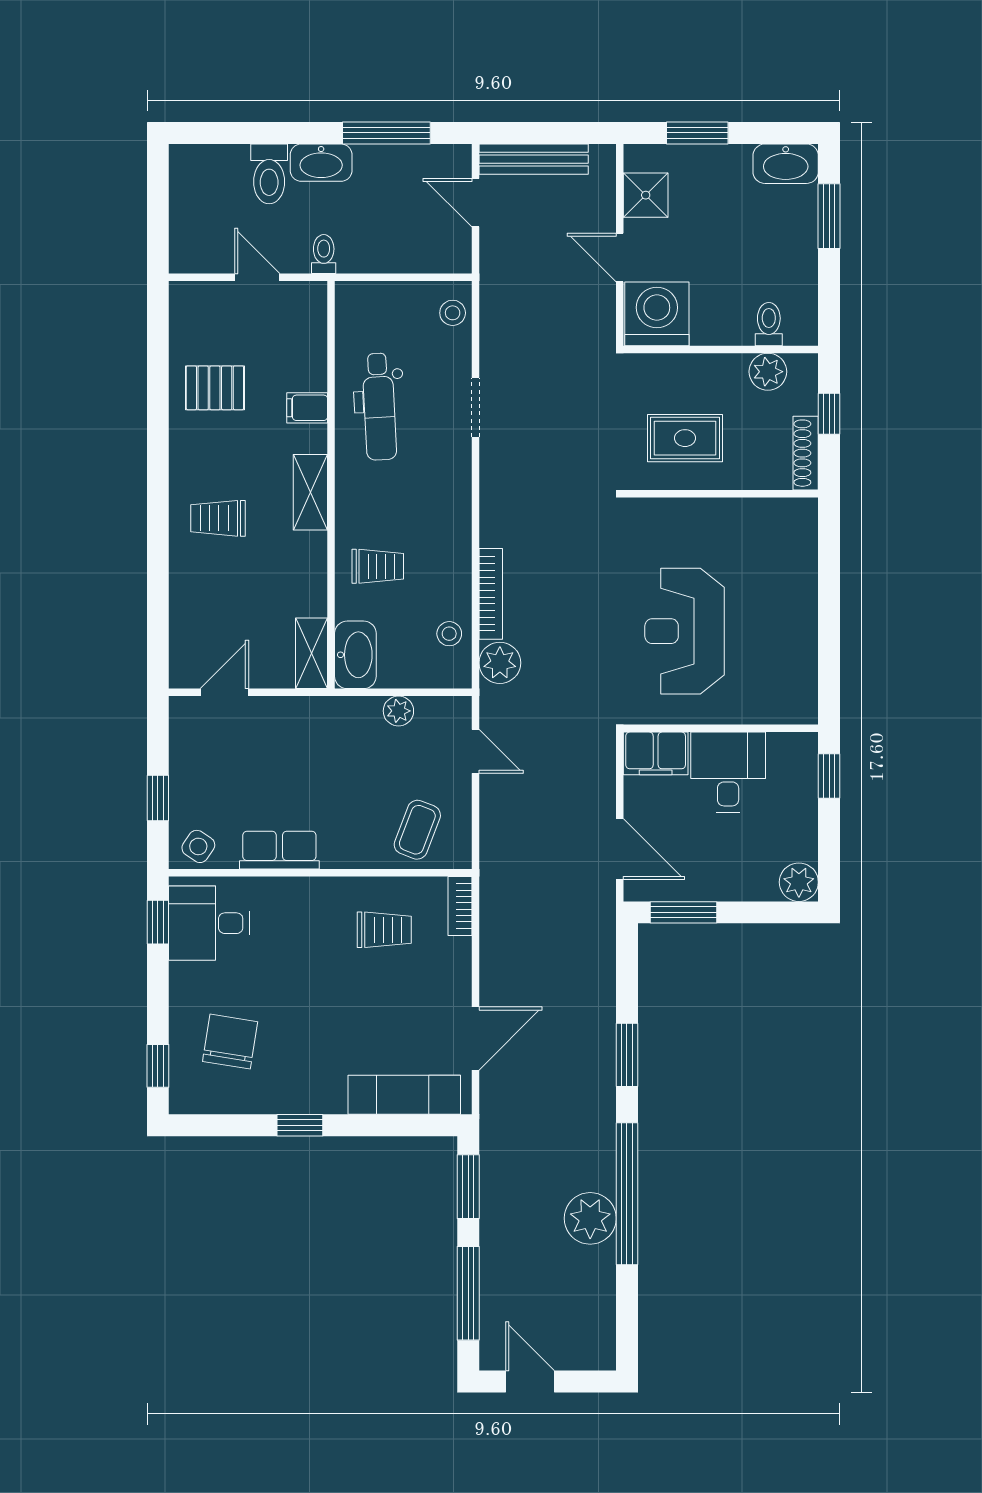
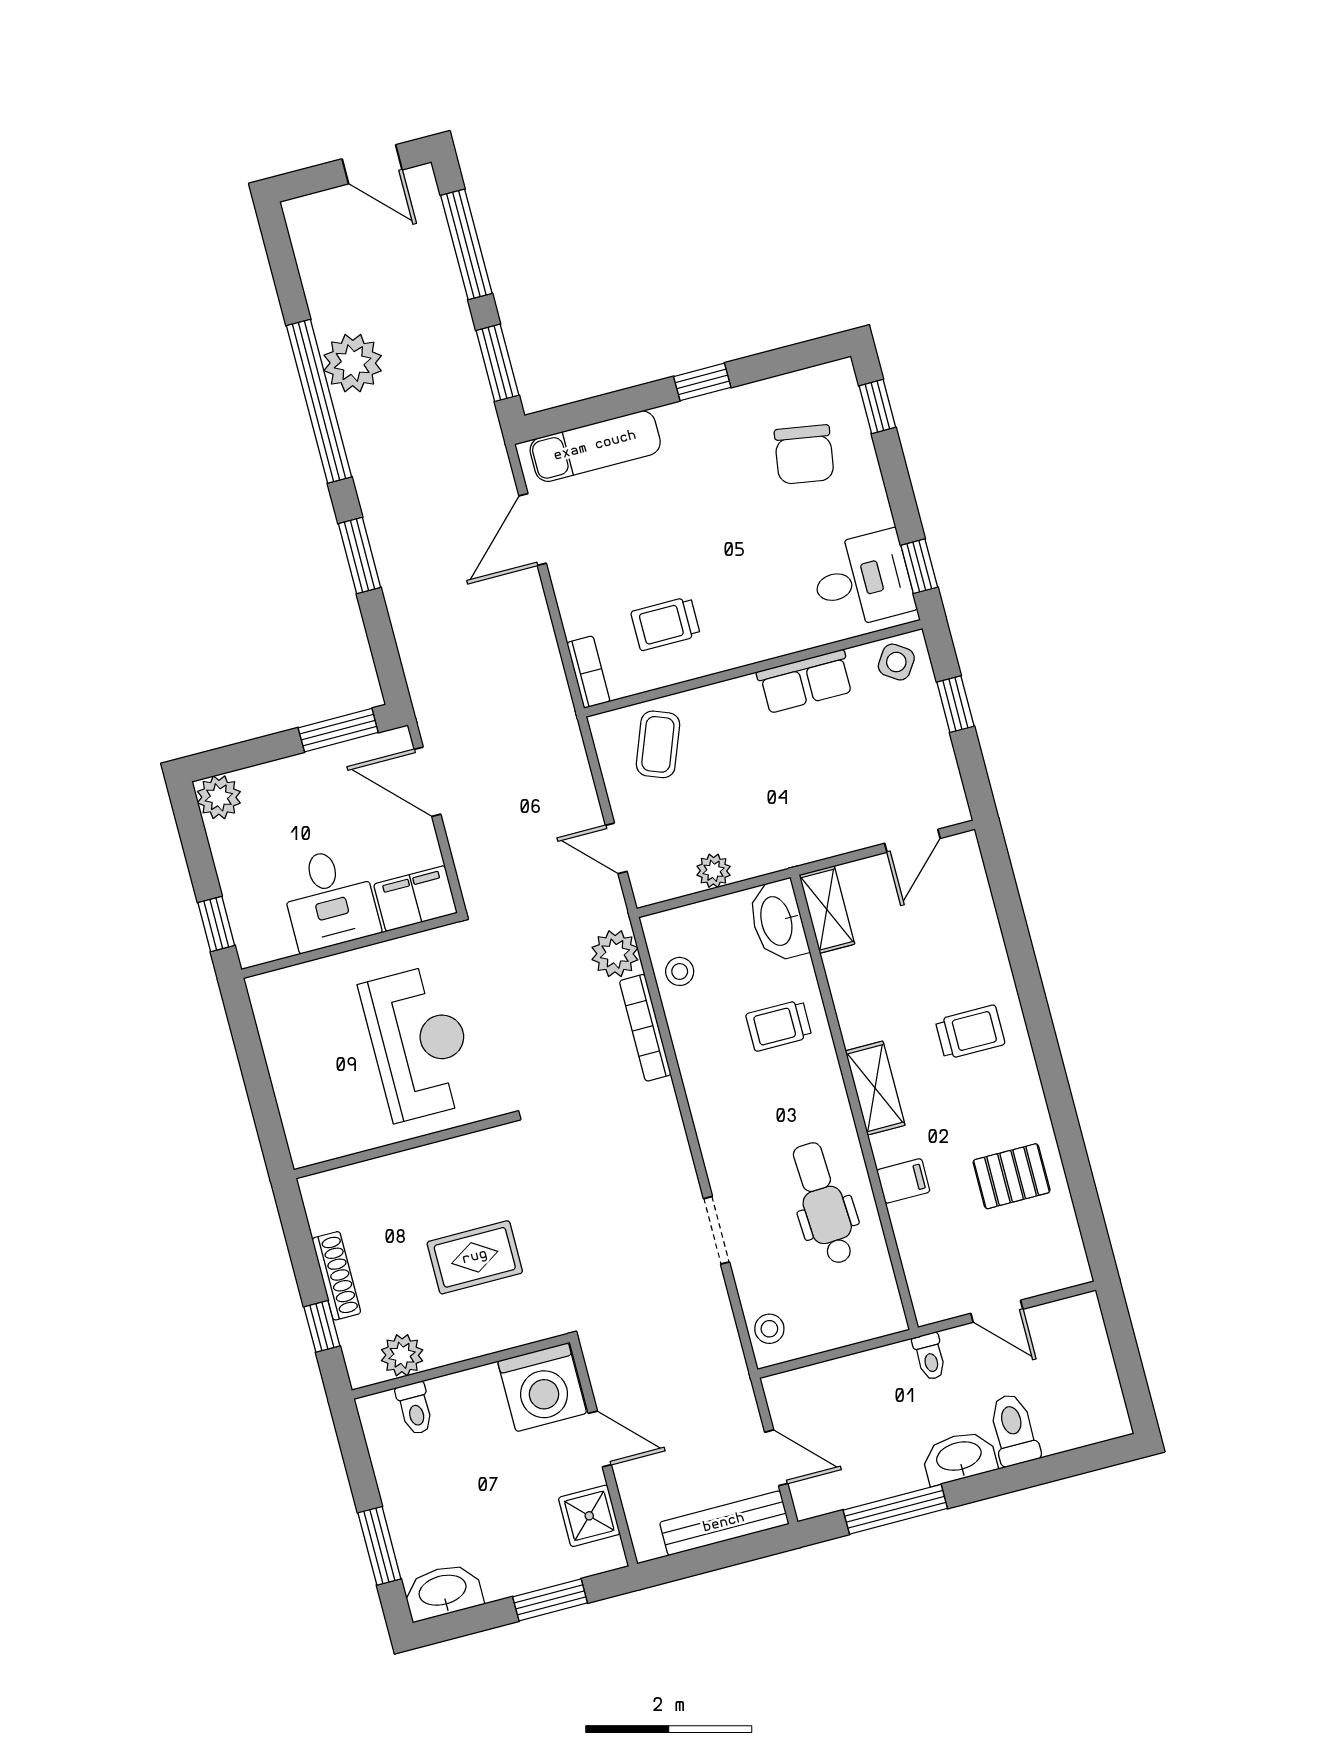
wall: (721, 494) -> (403, 1146), moved

